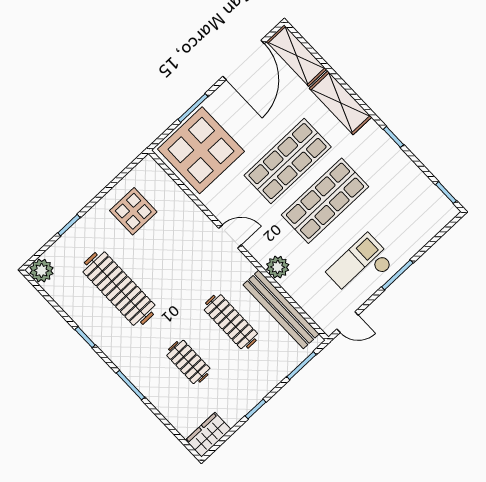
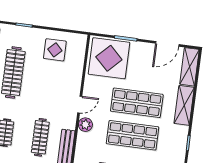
door: (244, 60) -> (167, 44), width x0.73
door: (230, 236) -> (80, 105), hinge flipped
plant: (278, 267) -> (85, 125), moved

